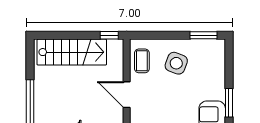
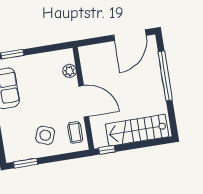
door: (127, 95) -> (84, 101), width x1.36

